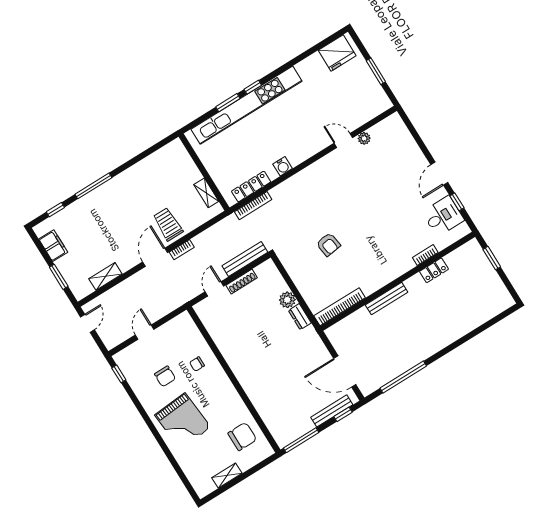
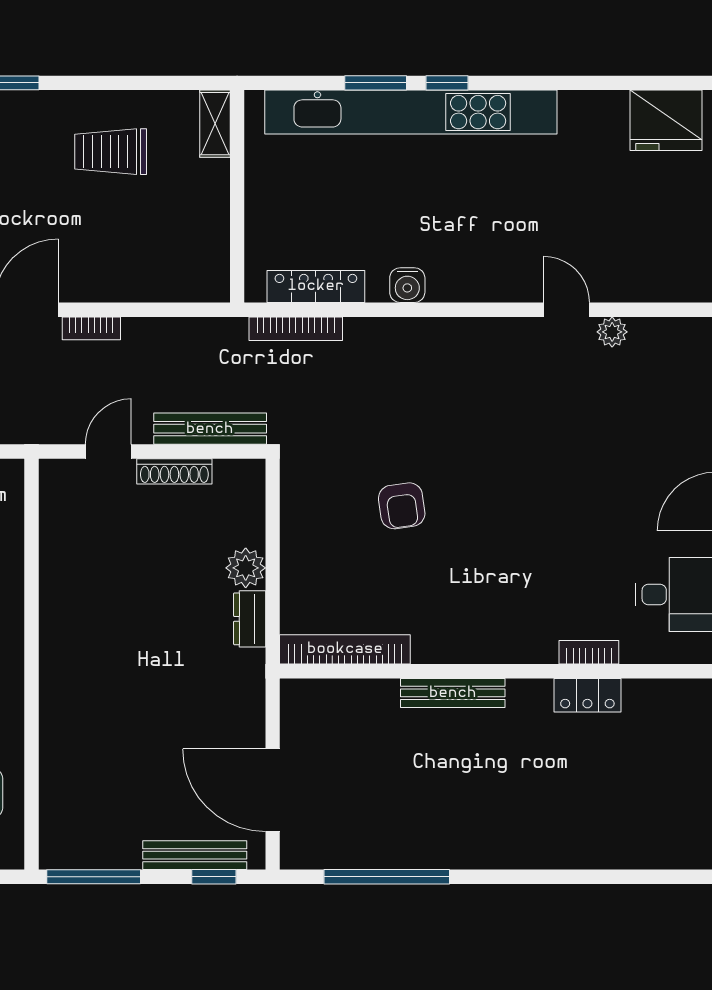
shelving: (206, 193) -> (215, 124), moved
trolley: (168, 224) -> (111, 152), moved, turned -90

